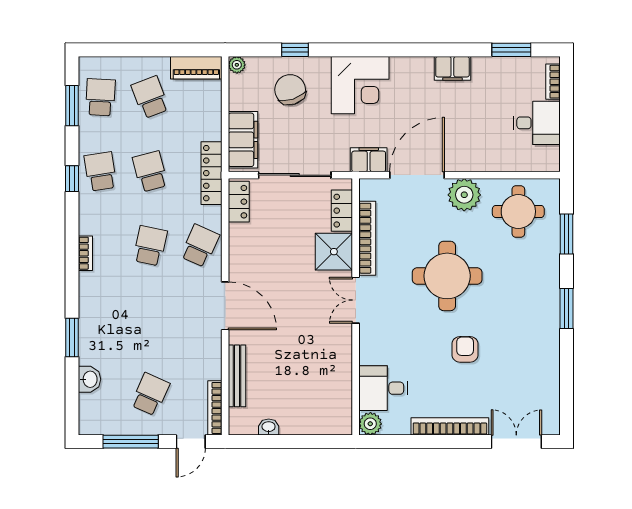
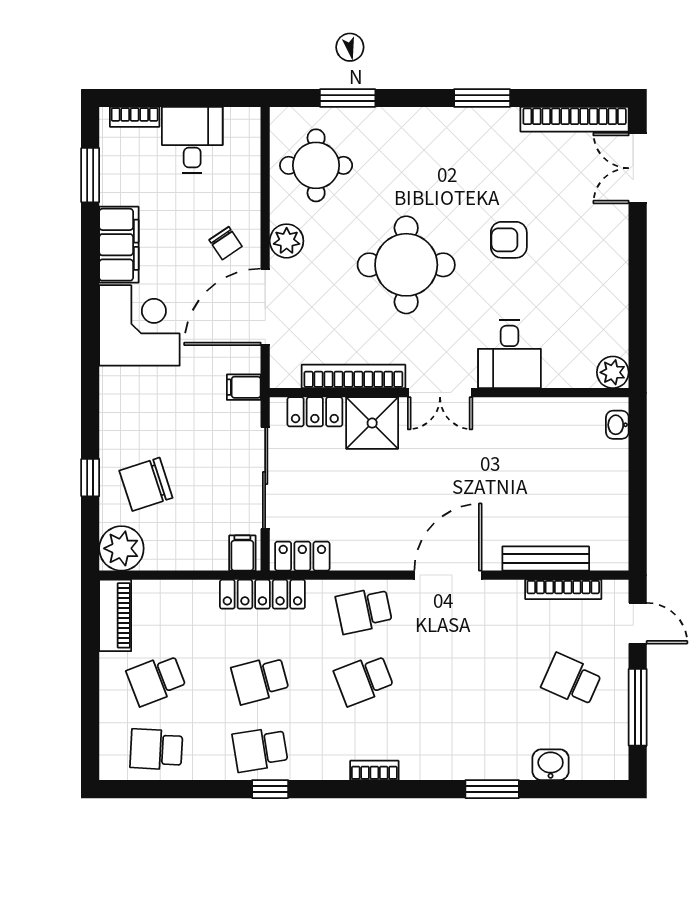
plant: (237, 65) -> (121, 548), width x1.87, depth x1.87
filing cabinet: (452, 68) -> (119, 245), width x1.50, depth x1.17
corner desk: (360, 85) -> (139, 325), moved
window: (72, 106) -> (168, 789), removed
filing cabinet: (243, 140) -> (242, 553), width x0.33, depth x0.86
chair: (463, 147) -> (226, 243), added
filing cabinet: (369, 160) -> (244, 387), width x0.50
door: (417, 175) -> (265, 307), hinge flipped
plant: (464, 195) -> (287, 241), width x0.73, depth x0.73
school desk: (150, 246) -> (364, 680), turned -33
school desk: (200, 246) -> (364, 610), turned -36
window: (566, 308) -> (482, 98), moved
desk: (383, 388) -> (510, 354), moved
bookcase: (215, 408) -> (563, 589), moved
bookcase: (450, 426) -> (575, 119), moved, turned -90
washbasin: (269, 427) -> (617, 425), moved

